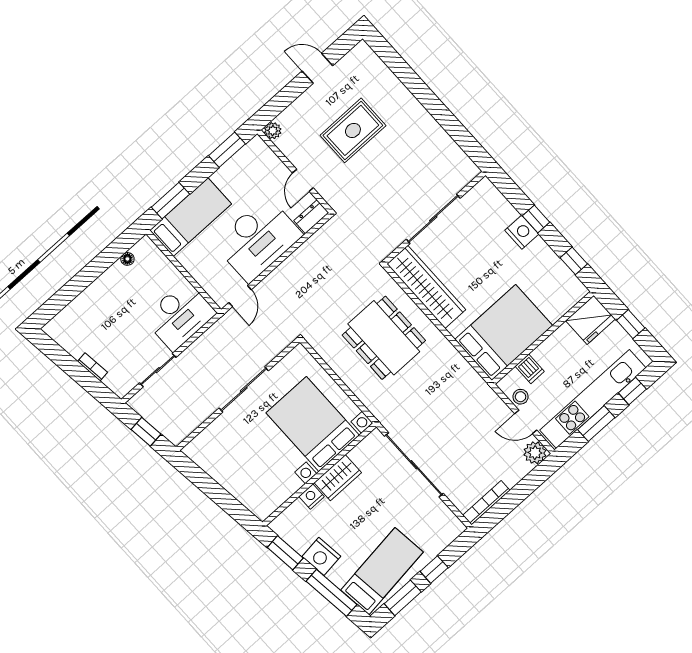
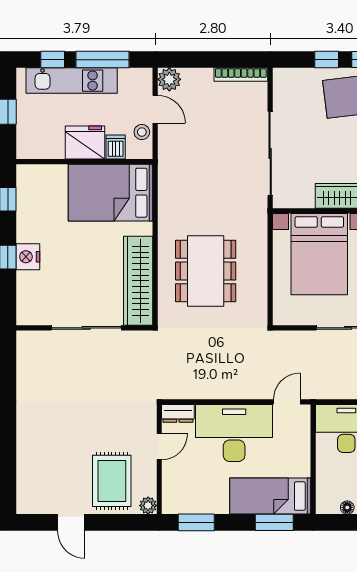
rug: (353, 130) -> (112, 481), moved, turned 90
fridge: (590, 320) -> (85, 143), moved
kitchen unit: (593, 399) -> (72, 81), width x0.73
window: (596, 424) -> (102, 60), width x1.44

